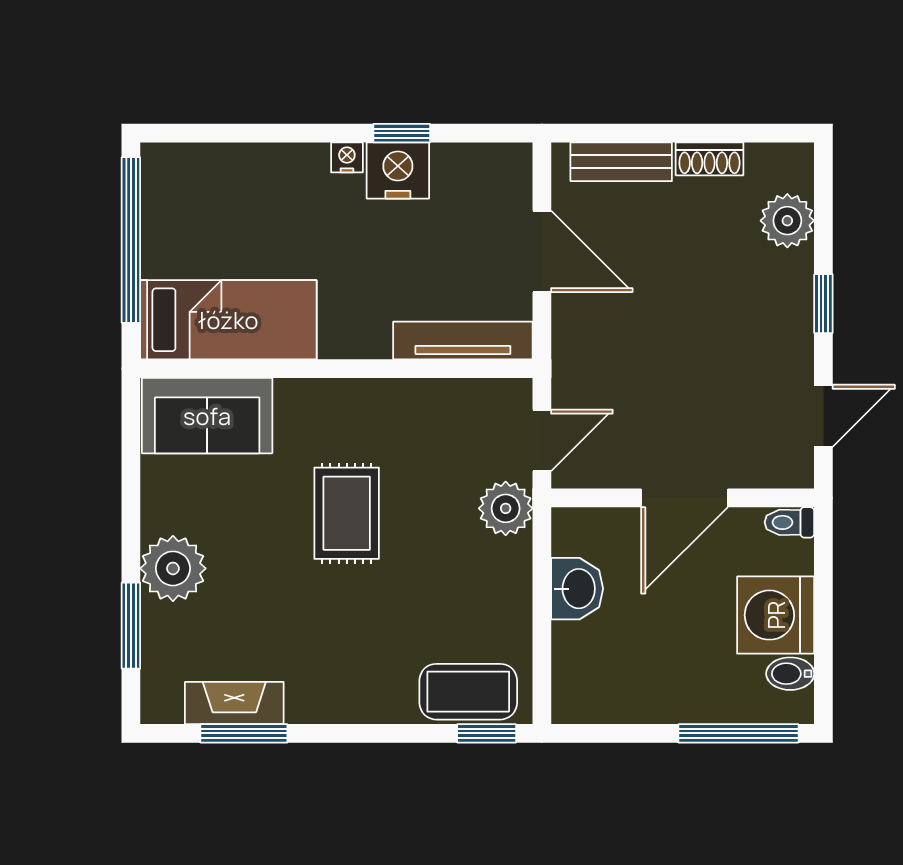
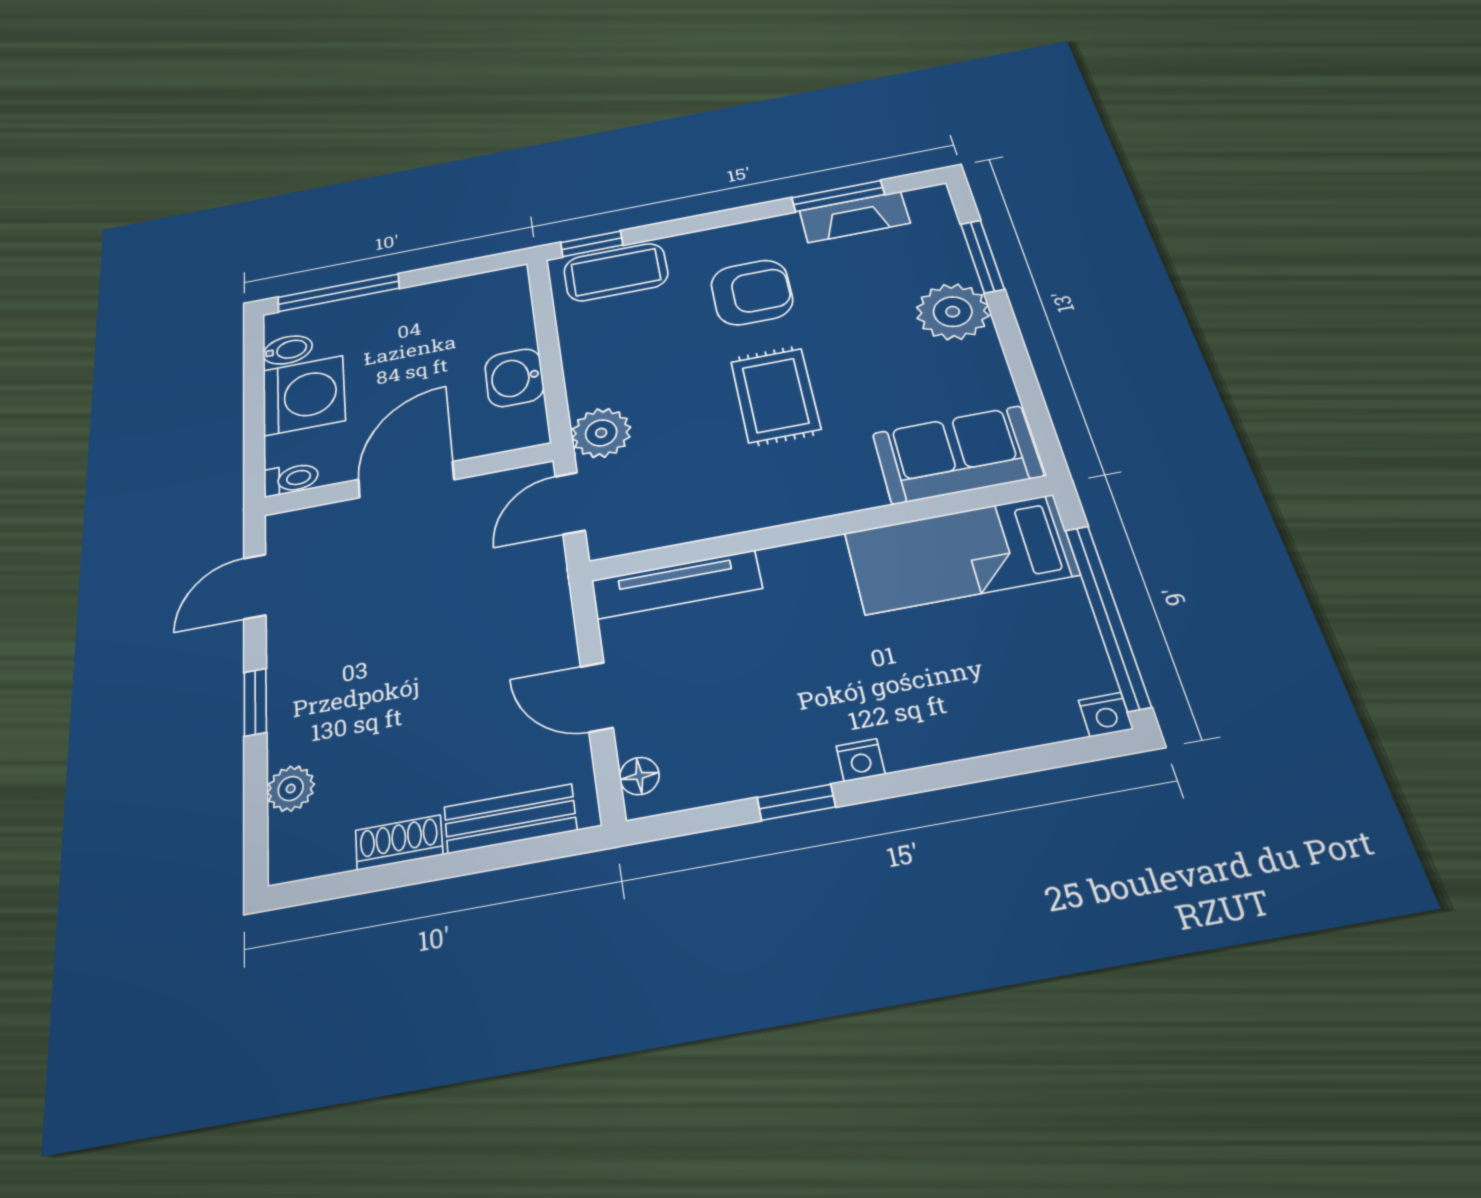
nightstand: (398, 171) -> (1106, 715), moved, width x0.53, depth x0.56
floor lamp: (517, 177) -> (639, 776), added
plant: (787, 221) -> (291, 789), width x0.73, depth x0.73
door: (542, 251) -> (597, 697), width x0.73
armchair: (346, 635) -> (752, 292), added

